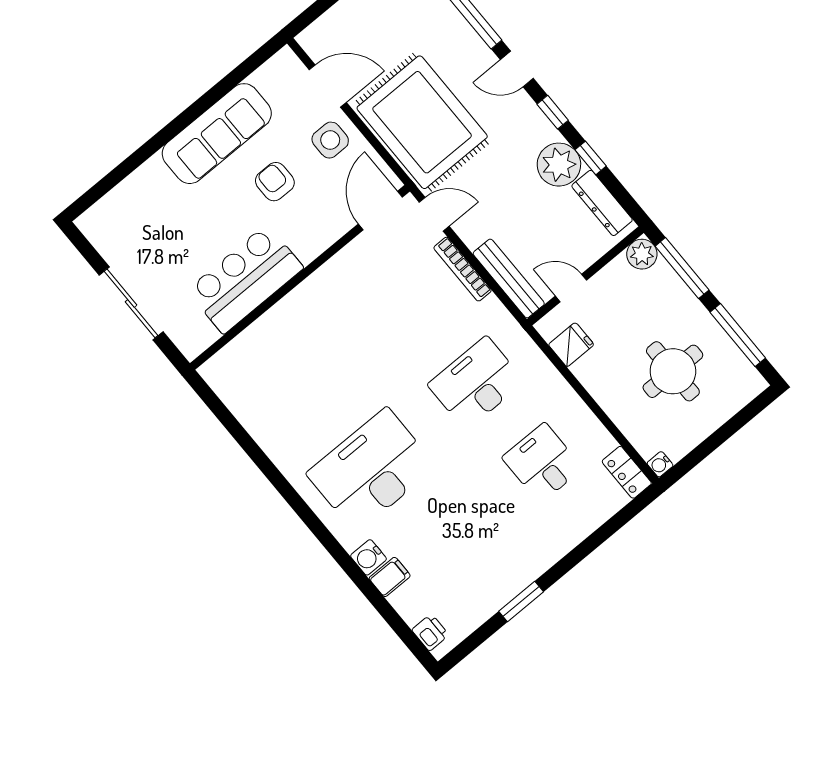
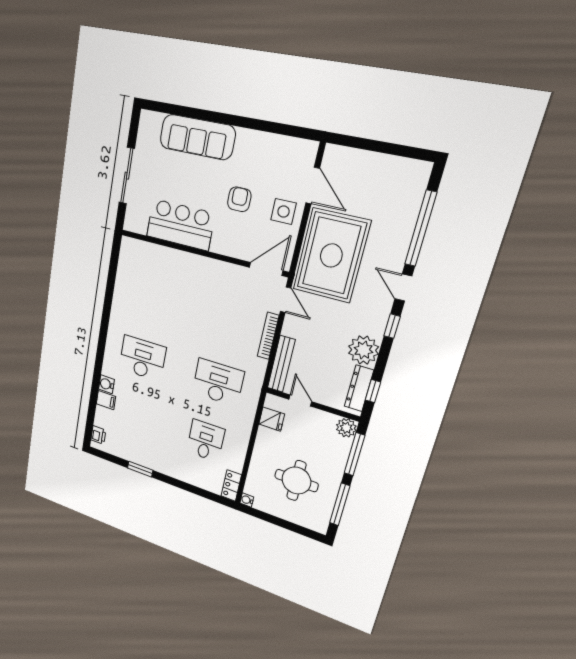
sofa: (217, 134) -> (197, 137), moved
window: (591, 158) -> (373, 391), moved
desk: (371, 470) -> (142, 358), width x0.73, depth x0.77

